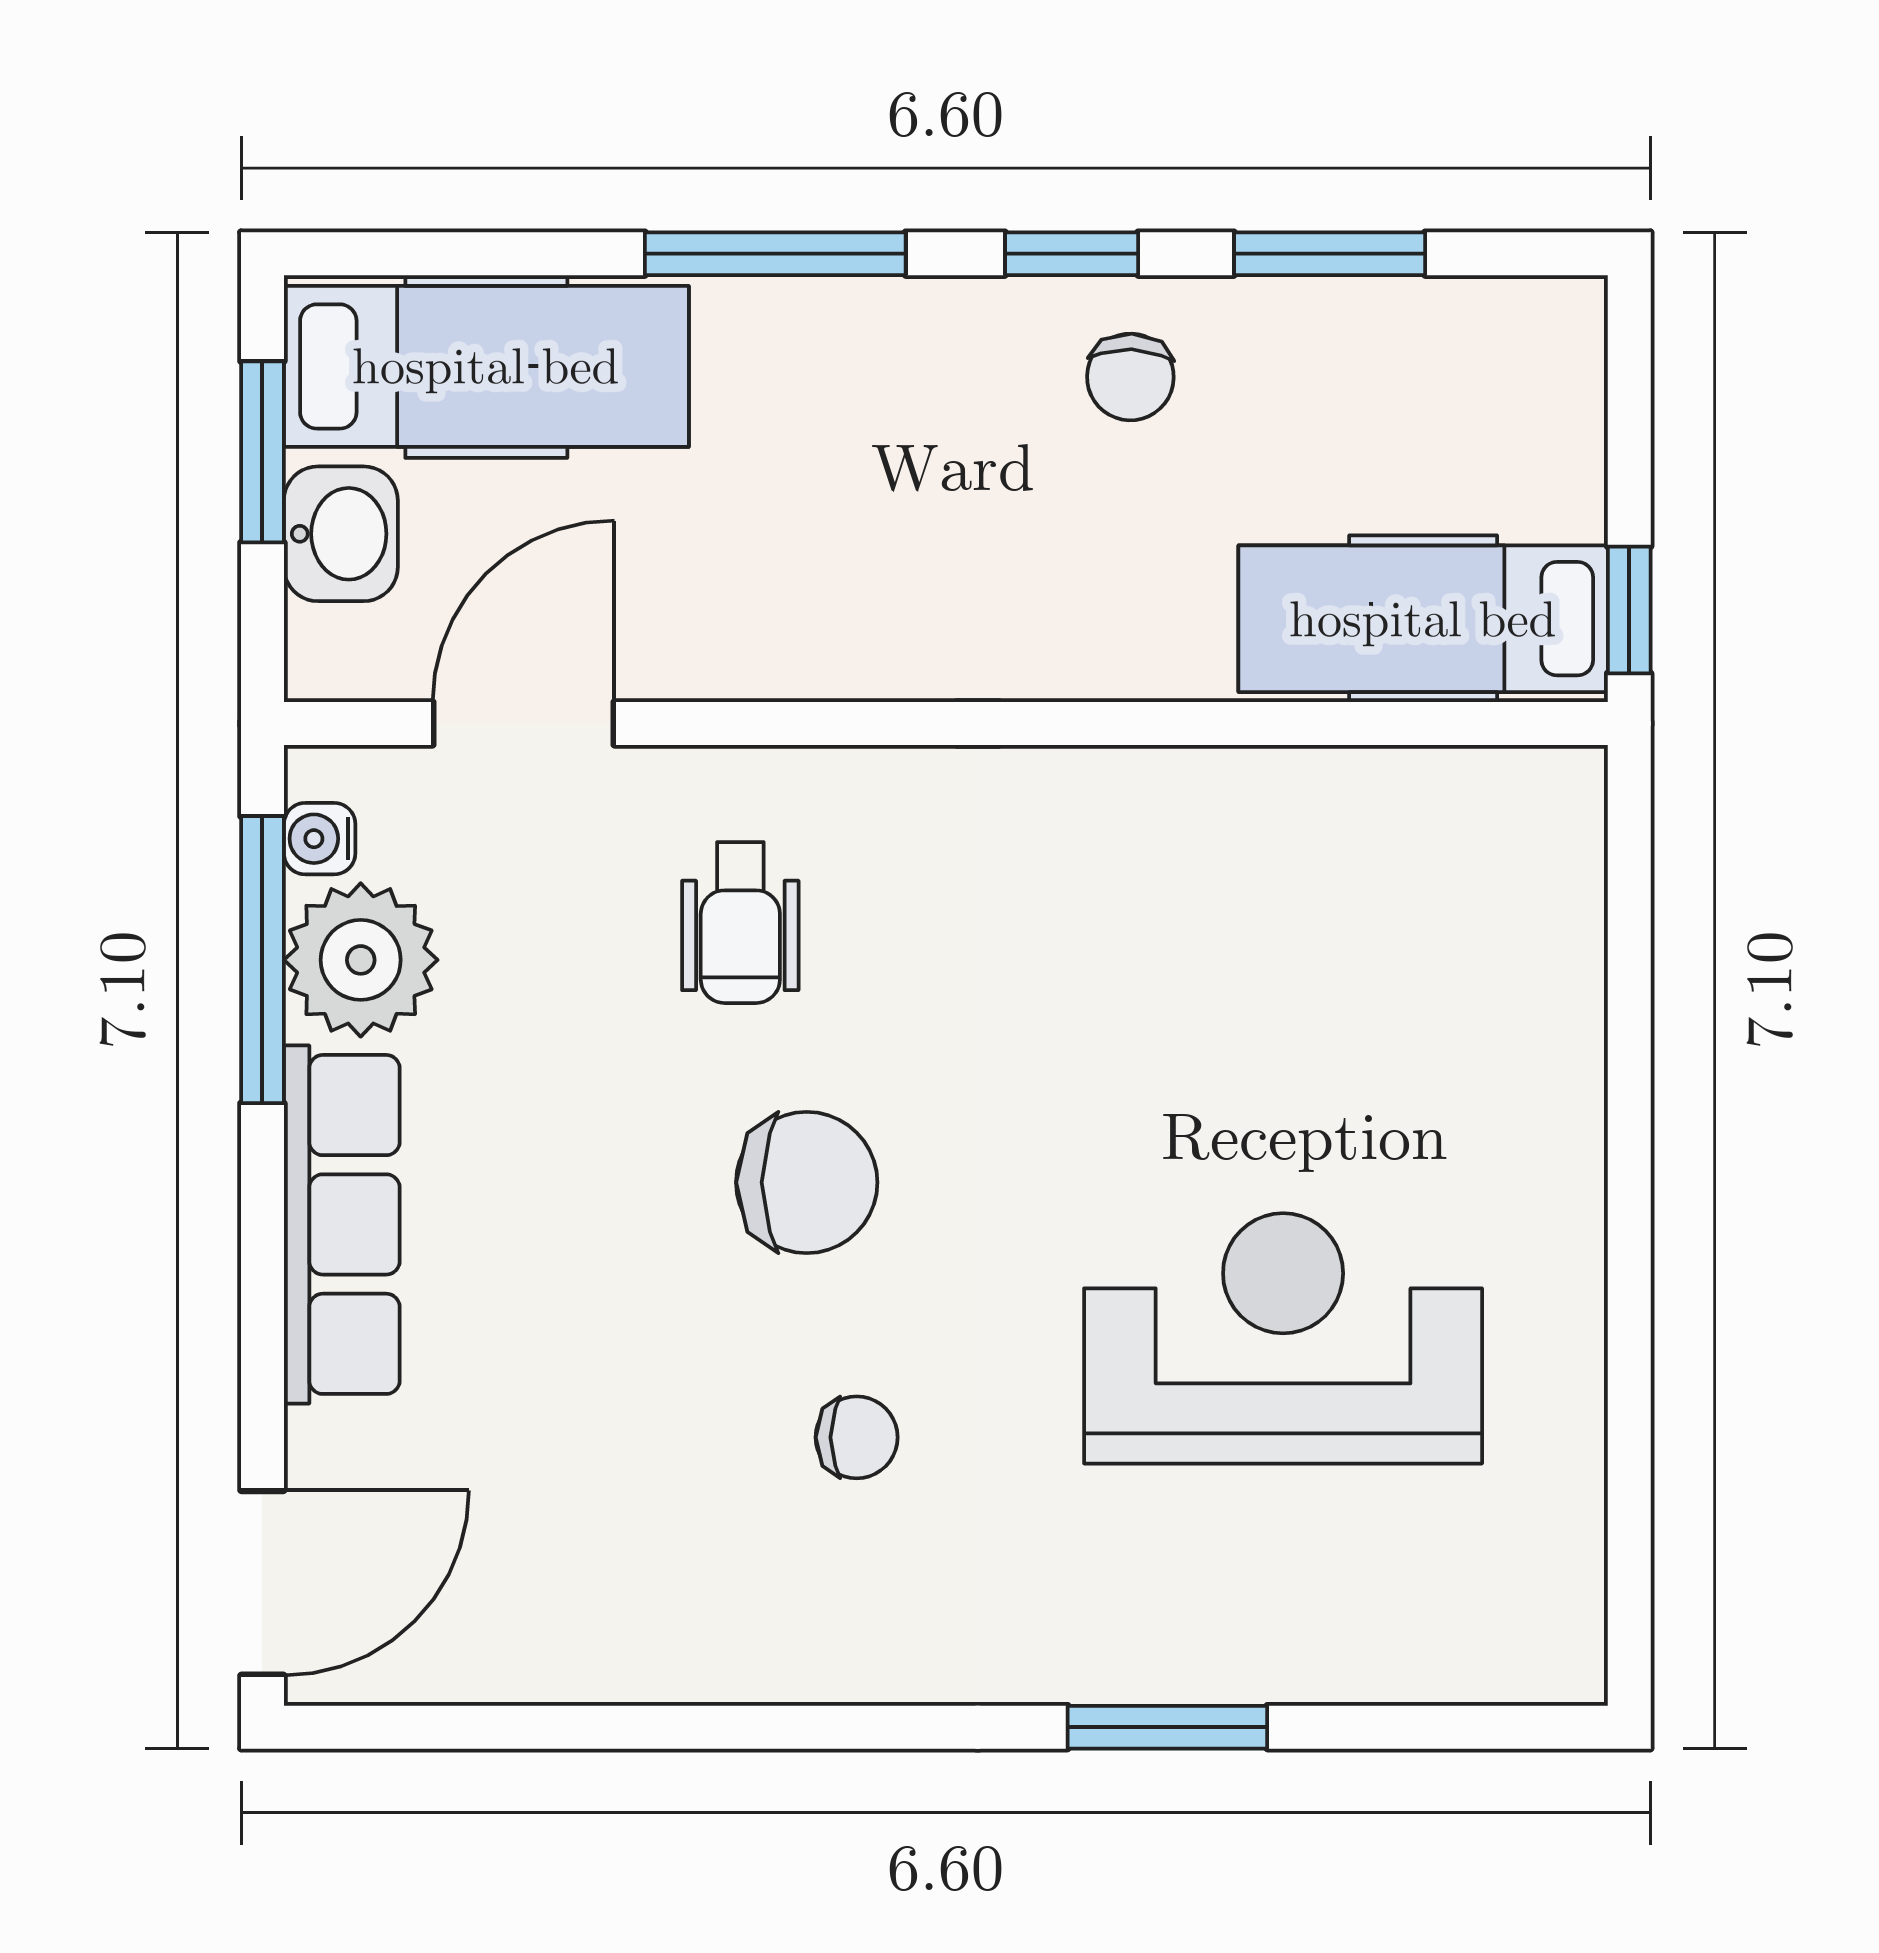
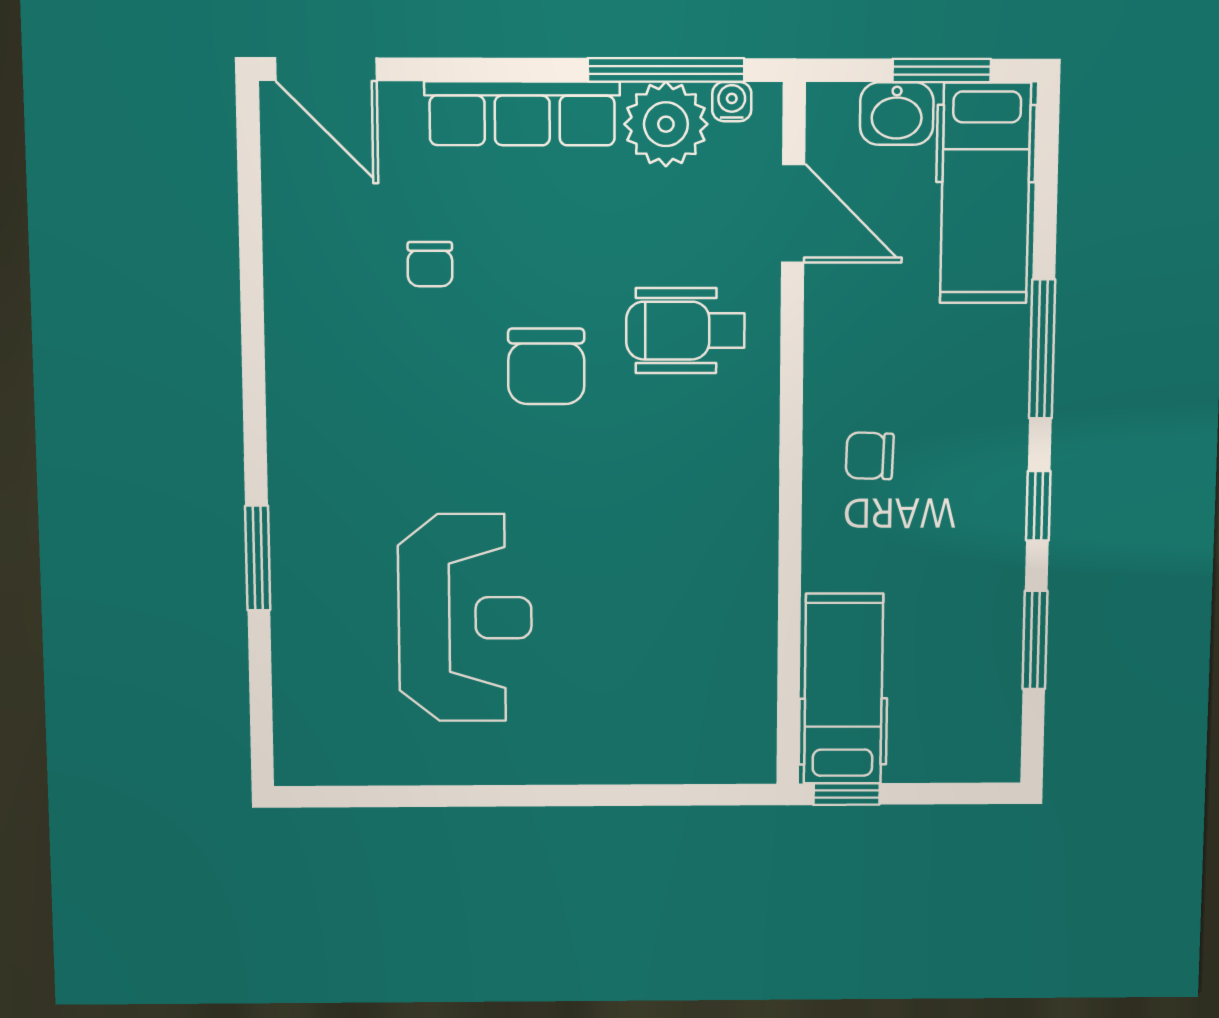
chair: (1130, 377) -> (870, 456), moved
wheelchair: (740, 923) -> (686, 331), width x1.36, depth x1.37
chair: (857, 1437) -> (430, 264), moved

